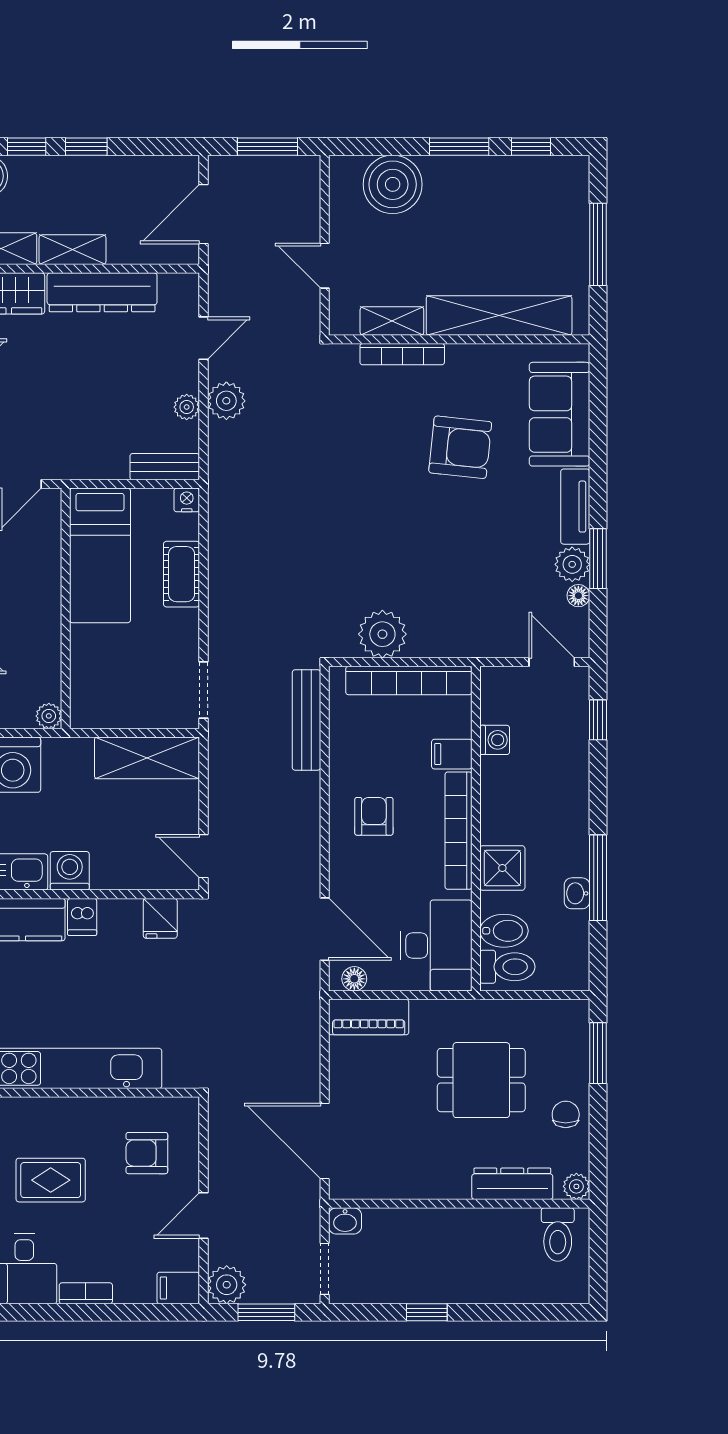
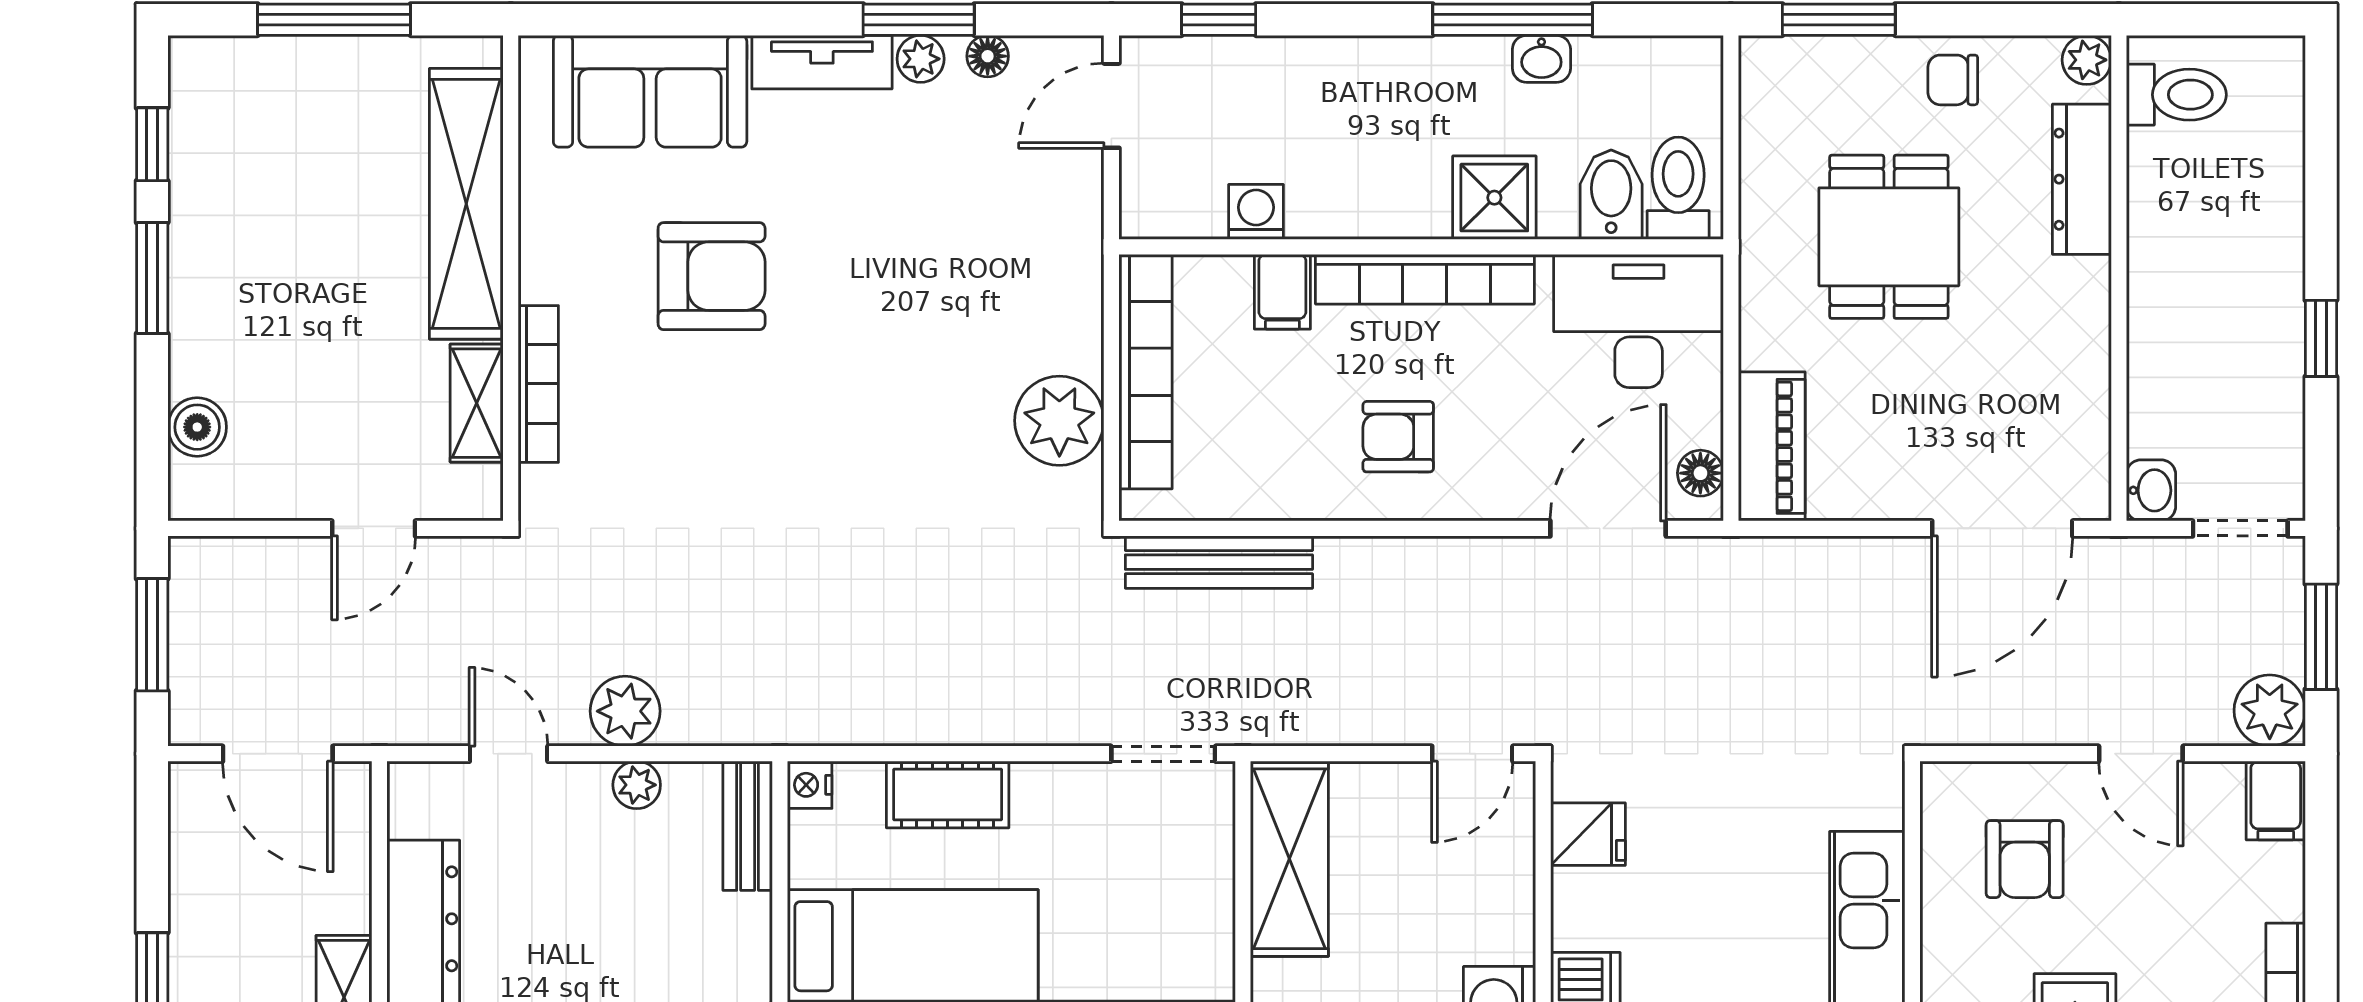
boiler: (393, 184) -> (197, 427), width x0.54, depth x0.54
armchair: (460, 447) -> (712, 276), turned 84
plant: (572, 564) -> (921, 59), width x0.73, depth x0.73

